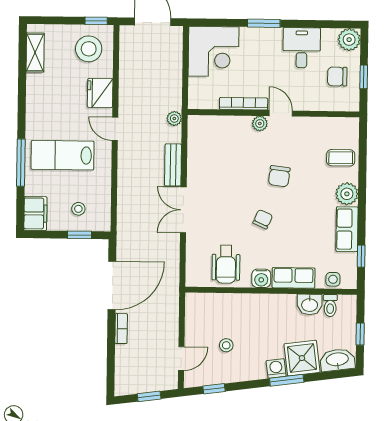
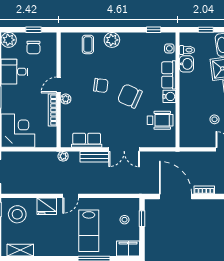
chair: (263, 219) -> (130, 96), width x1.87, depth x1.87
row of seats: (347, 229) -> (87, 140), moved, turned 180

